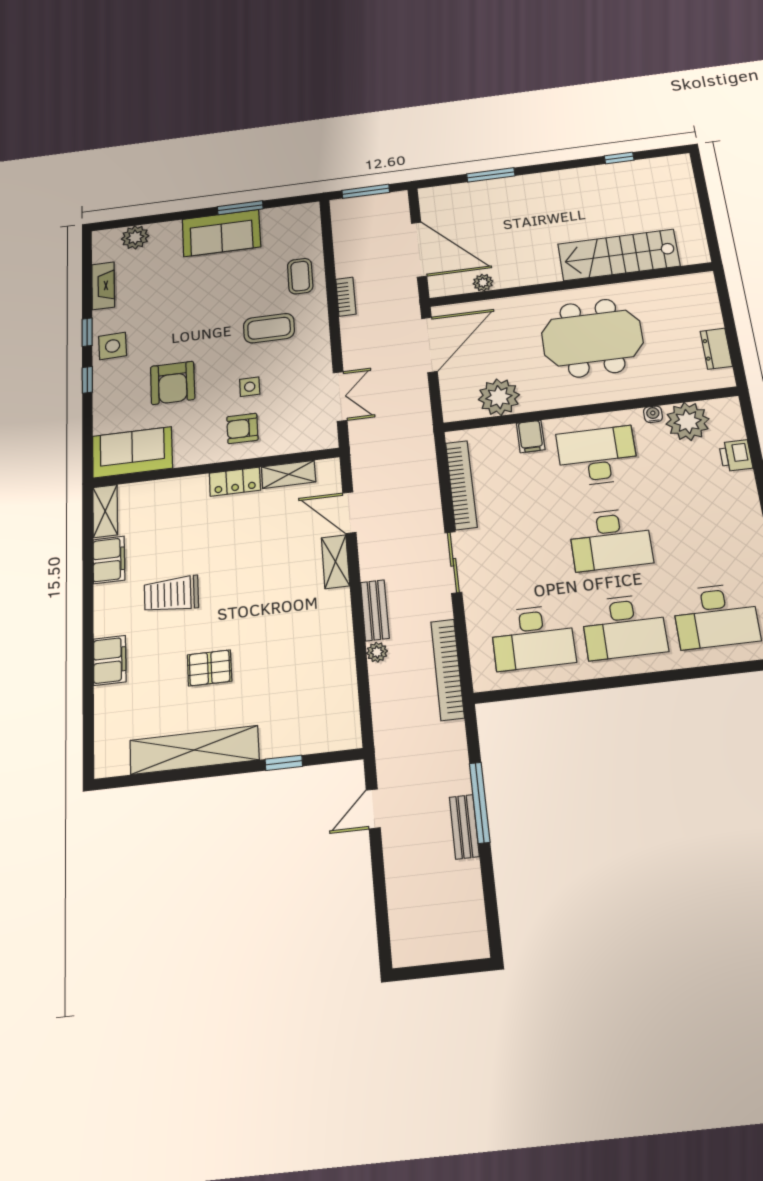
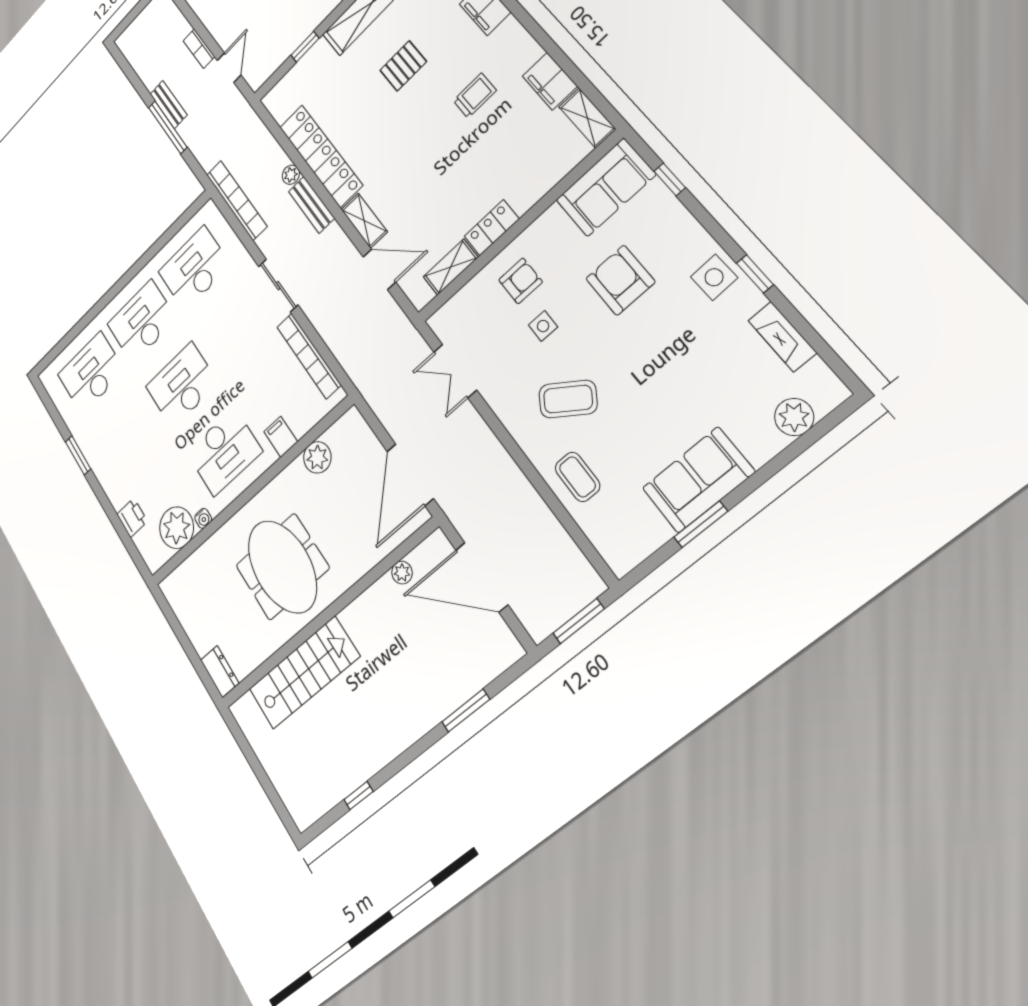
bookcase: (346, 297) -> (199, 49), moved
coffee table: (269, 328) -> (568, 399), turned 34
meeting table: (592, 338) -> (282, 567), turned 90
dresser: (716, 349) -> (220, 672), moved
window: (87, 380) -> (670, 179), moved
plant: (499, 397) -> (317, 457), width x0.73, depth x0.73
trolley: (171, 594) -> (475, 96), width x0.73, depth x0.72
locker: (337, 647) -> (321, 156), added

